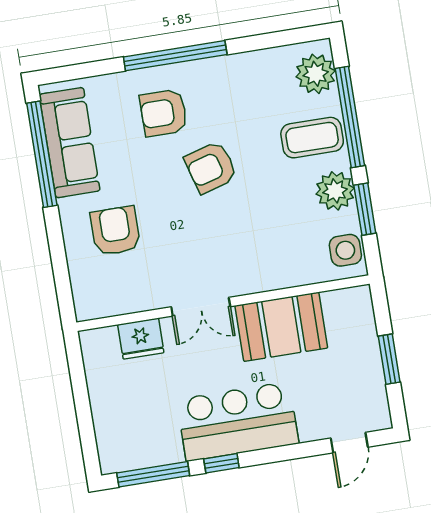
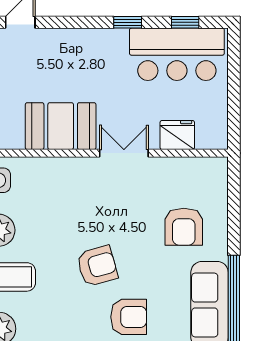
bar counter: (238, 421) -> (177, 54), moved
window: (153, 474) -> (185, 22), width x0.46

